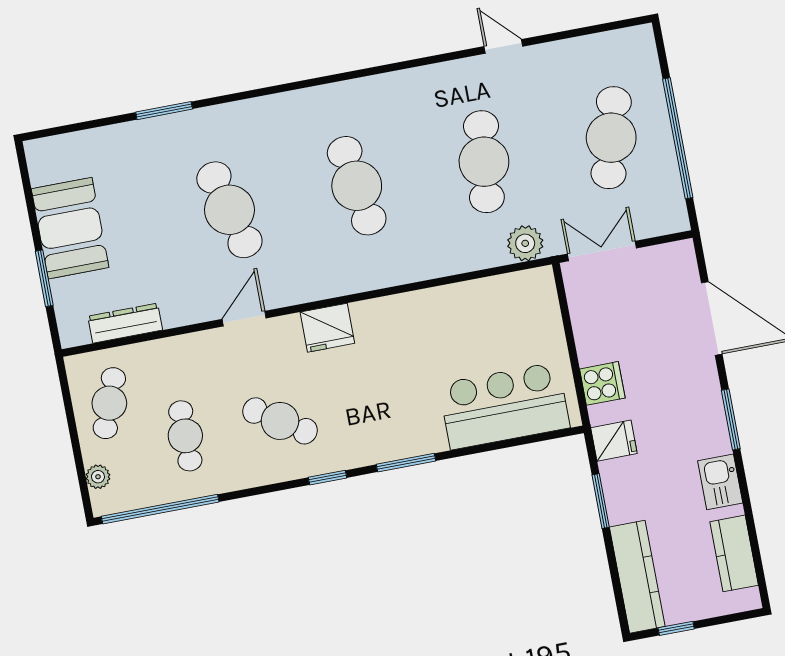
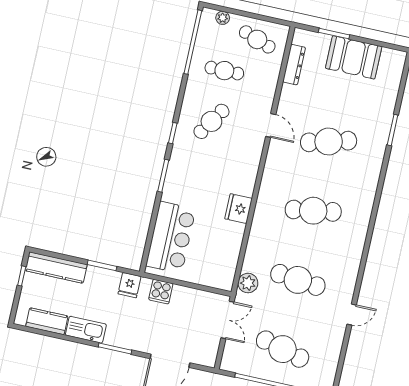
fridge: (327, 328) -> (239, 209), moved
kitchen sink: (720, 482) -> (86, 330), width x1.38

